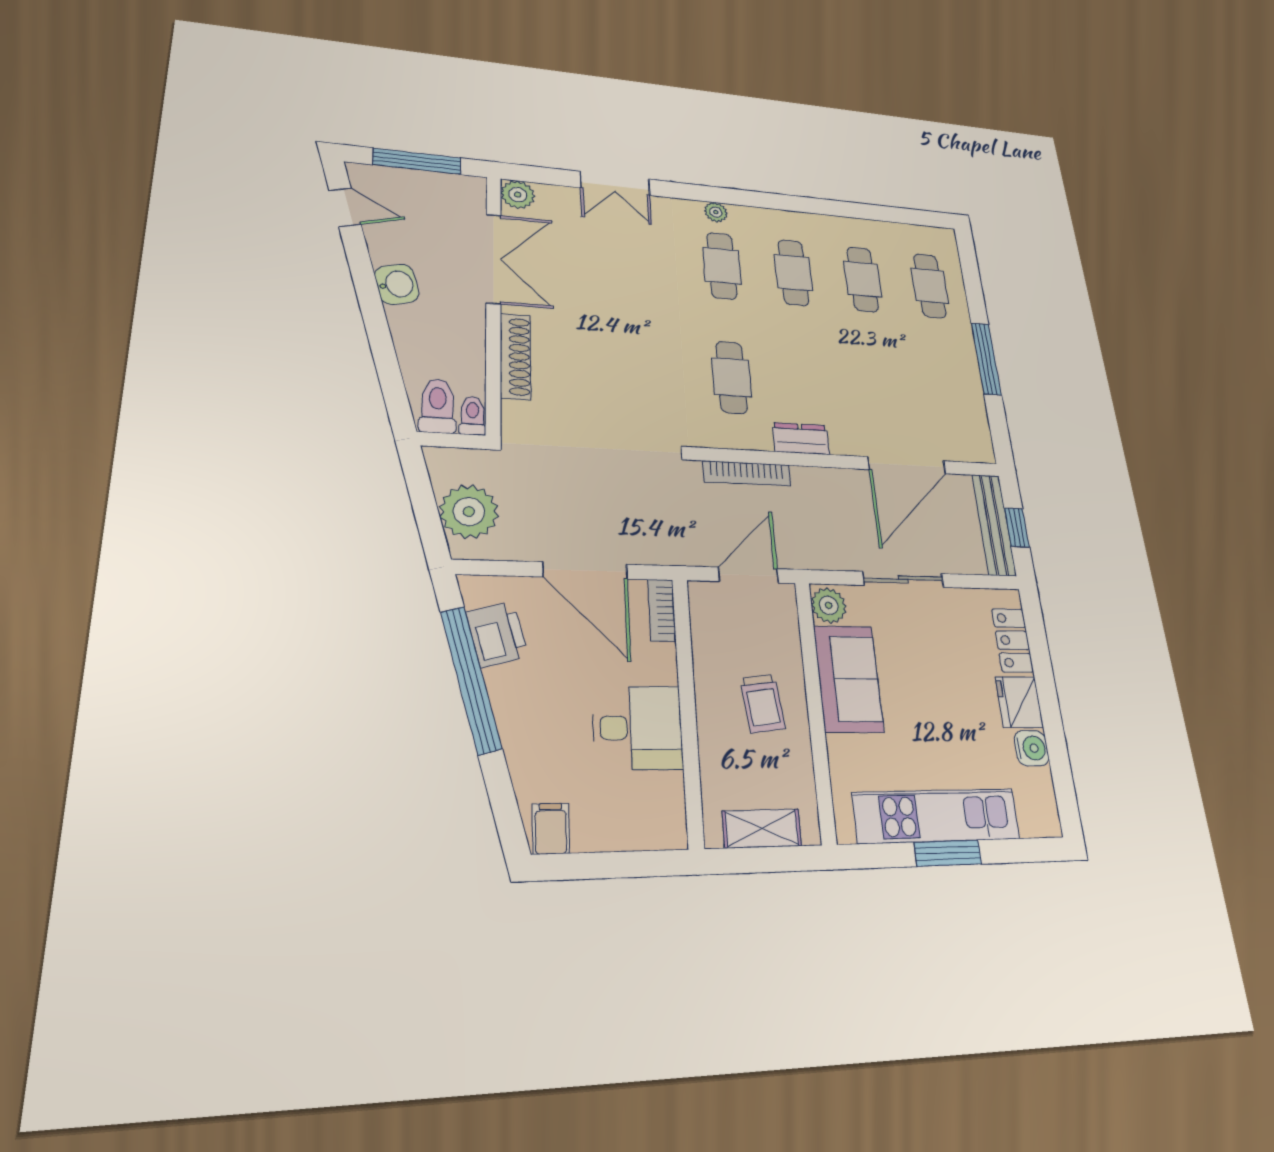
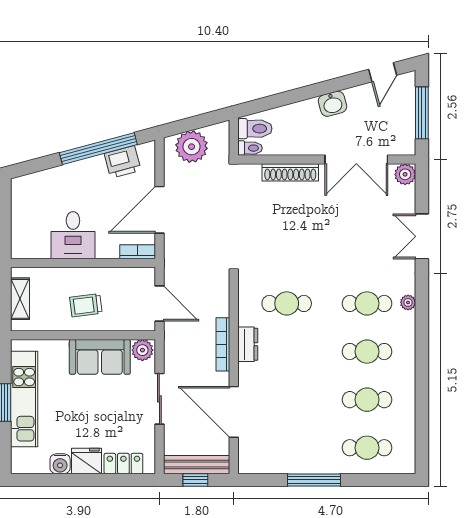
bookcase: (747, 473) -> (223, 344), moved
filing cabinet: (551, 829) -> (23, 189), removed

